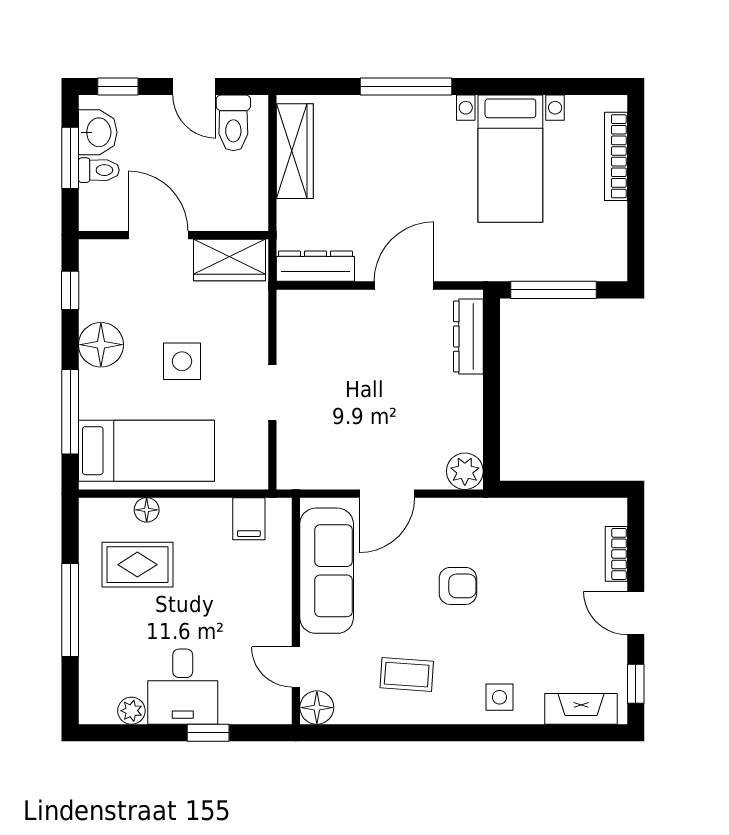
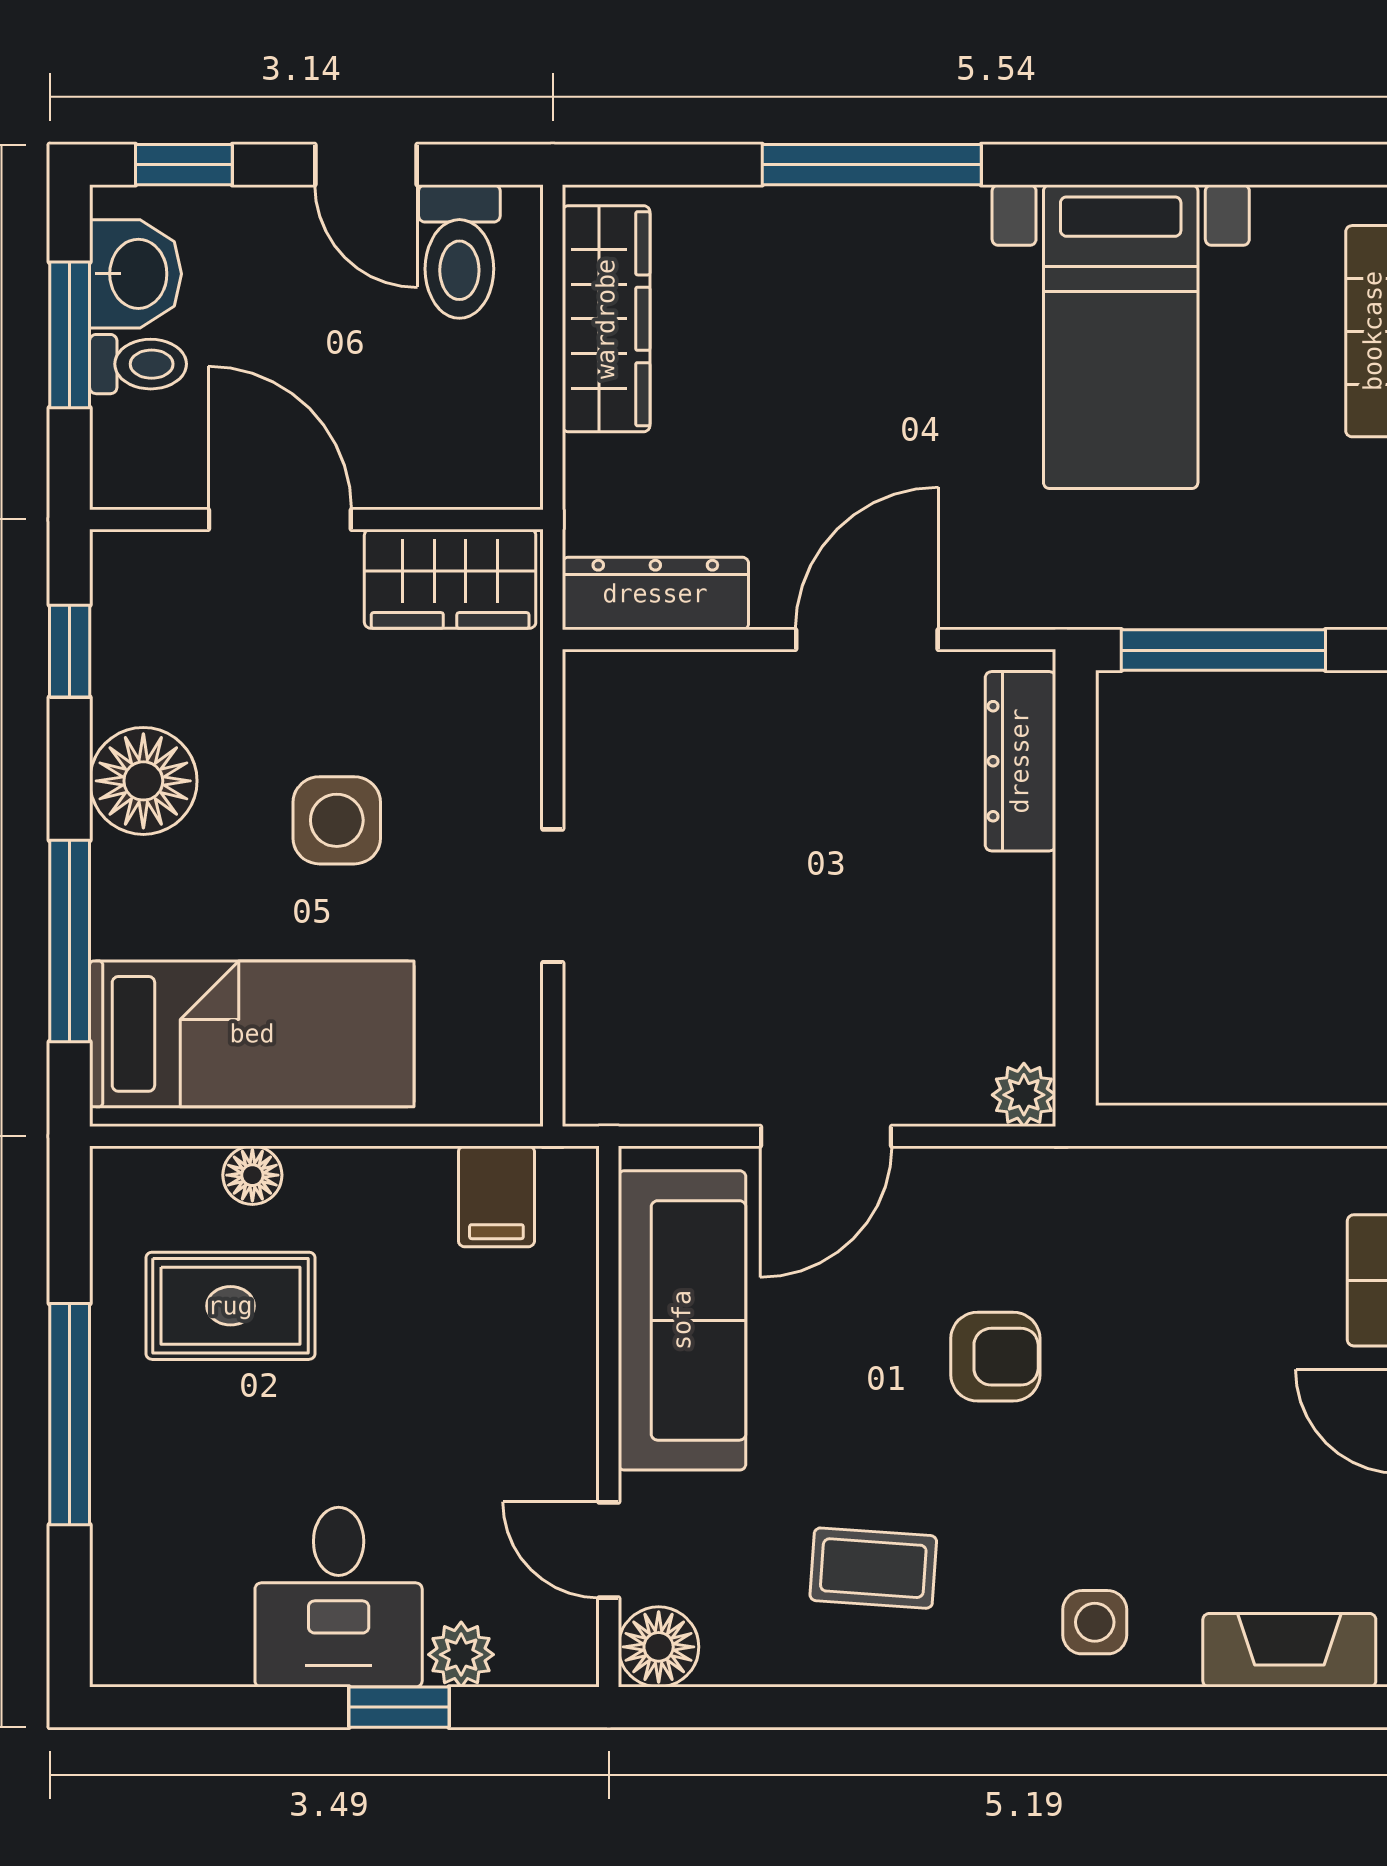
plant: (465, 471) -> (1024, 1095), width x0.73, depth x0.73
plant: (131, 711) -> (461, 1655), moved

